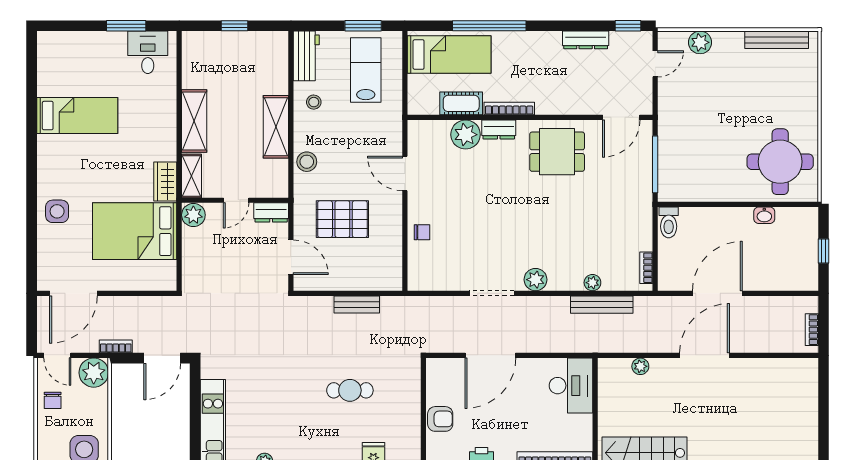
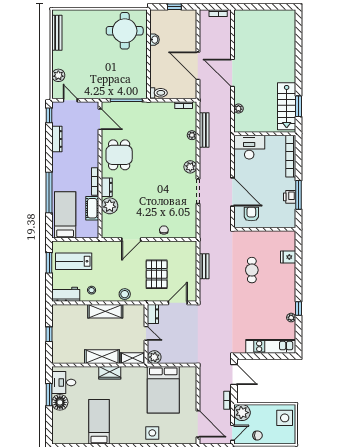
floor lamp: (112, 45) -> (60, 402), added
wardrobe: (165, 181) -> (110, 373), moved
armchair: (440, 419) -> (251, 214), moved

